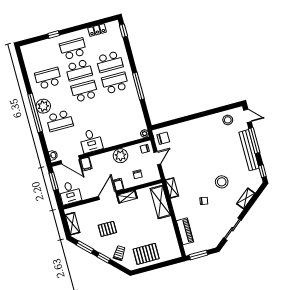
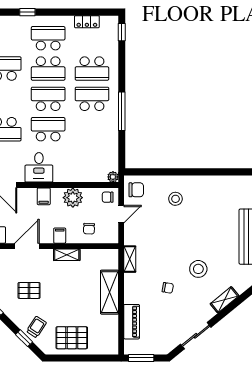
school desk: (90, 113) -> (48, 129), added
stool: (228, 120) -> (176, 199), moved
filing cabinet: (86, 164) -> (44, 196), moved
door: (108, 196) -> (27, 246), moved
shelving: (160, 202) -> (110, 292), moved
window: (104, 258) -> (24, 338), moved

